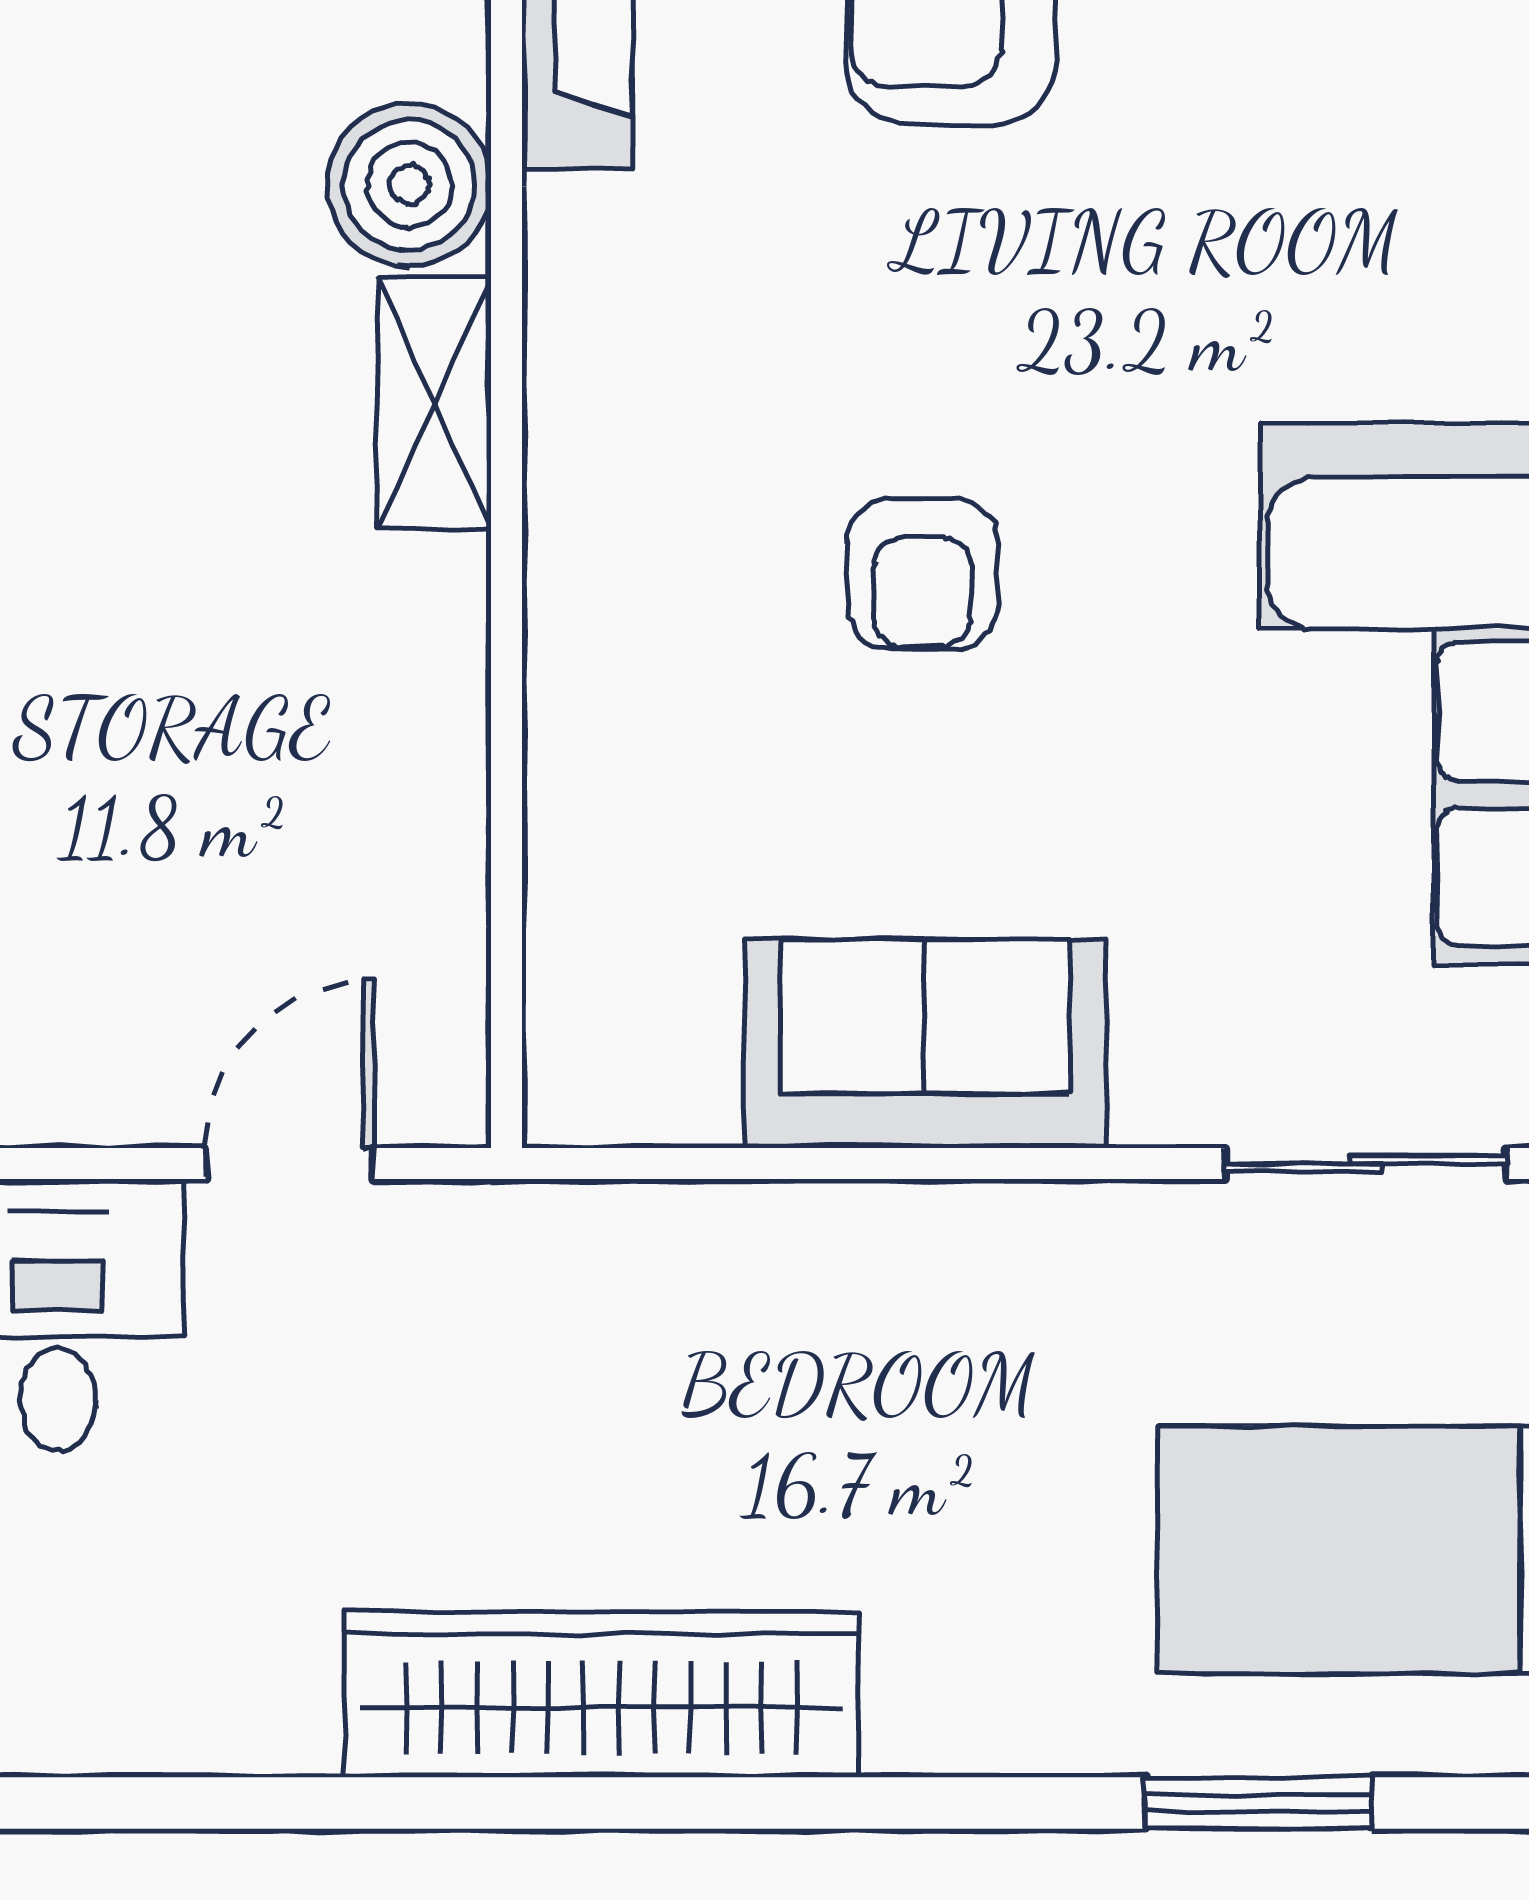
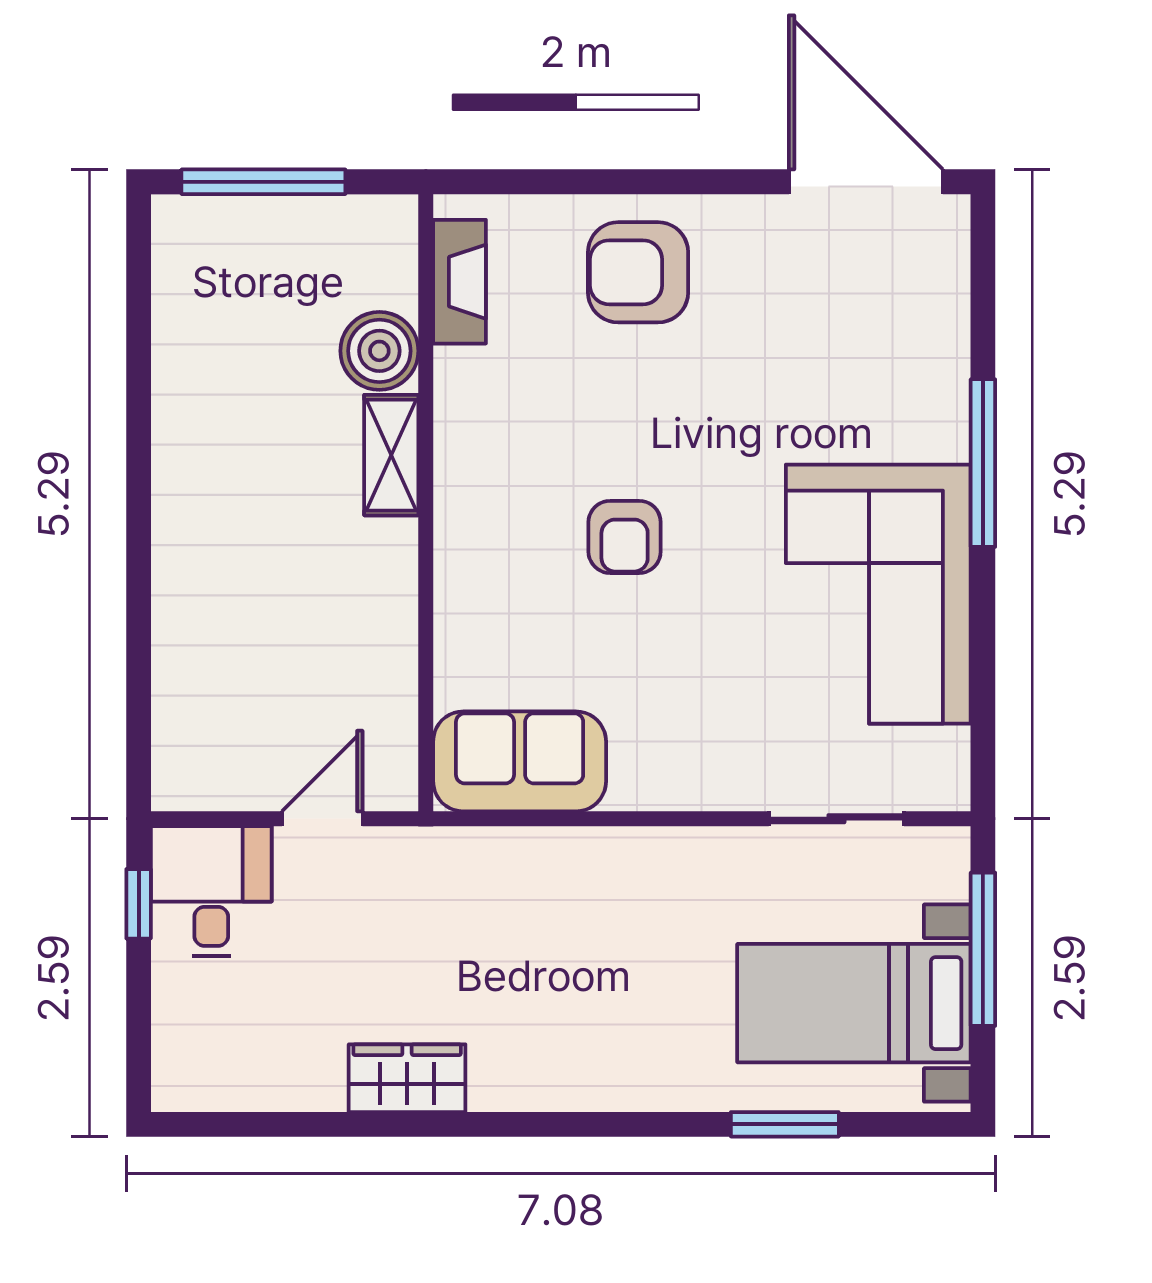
sofa: (925, 1044) -> (520, 761), moved
wardrobe: (602, 1694) -> (407, 1078), width x0.48, depth x0.85

